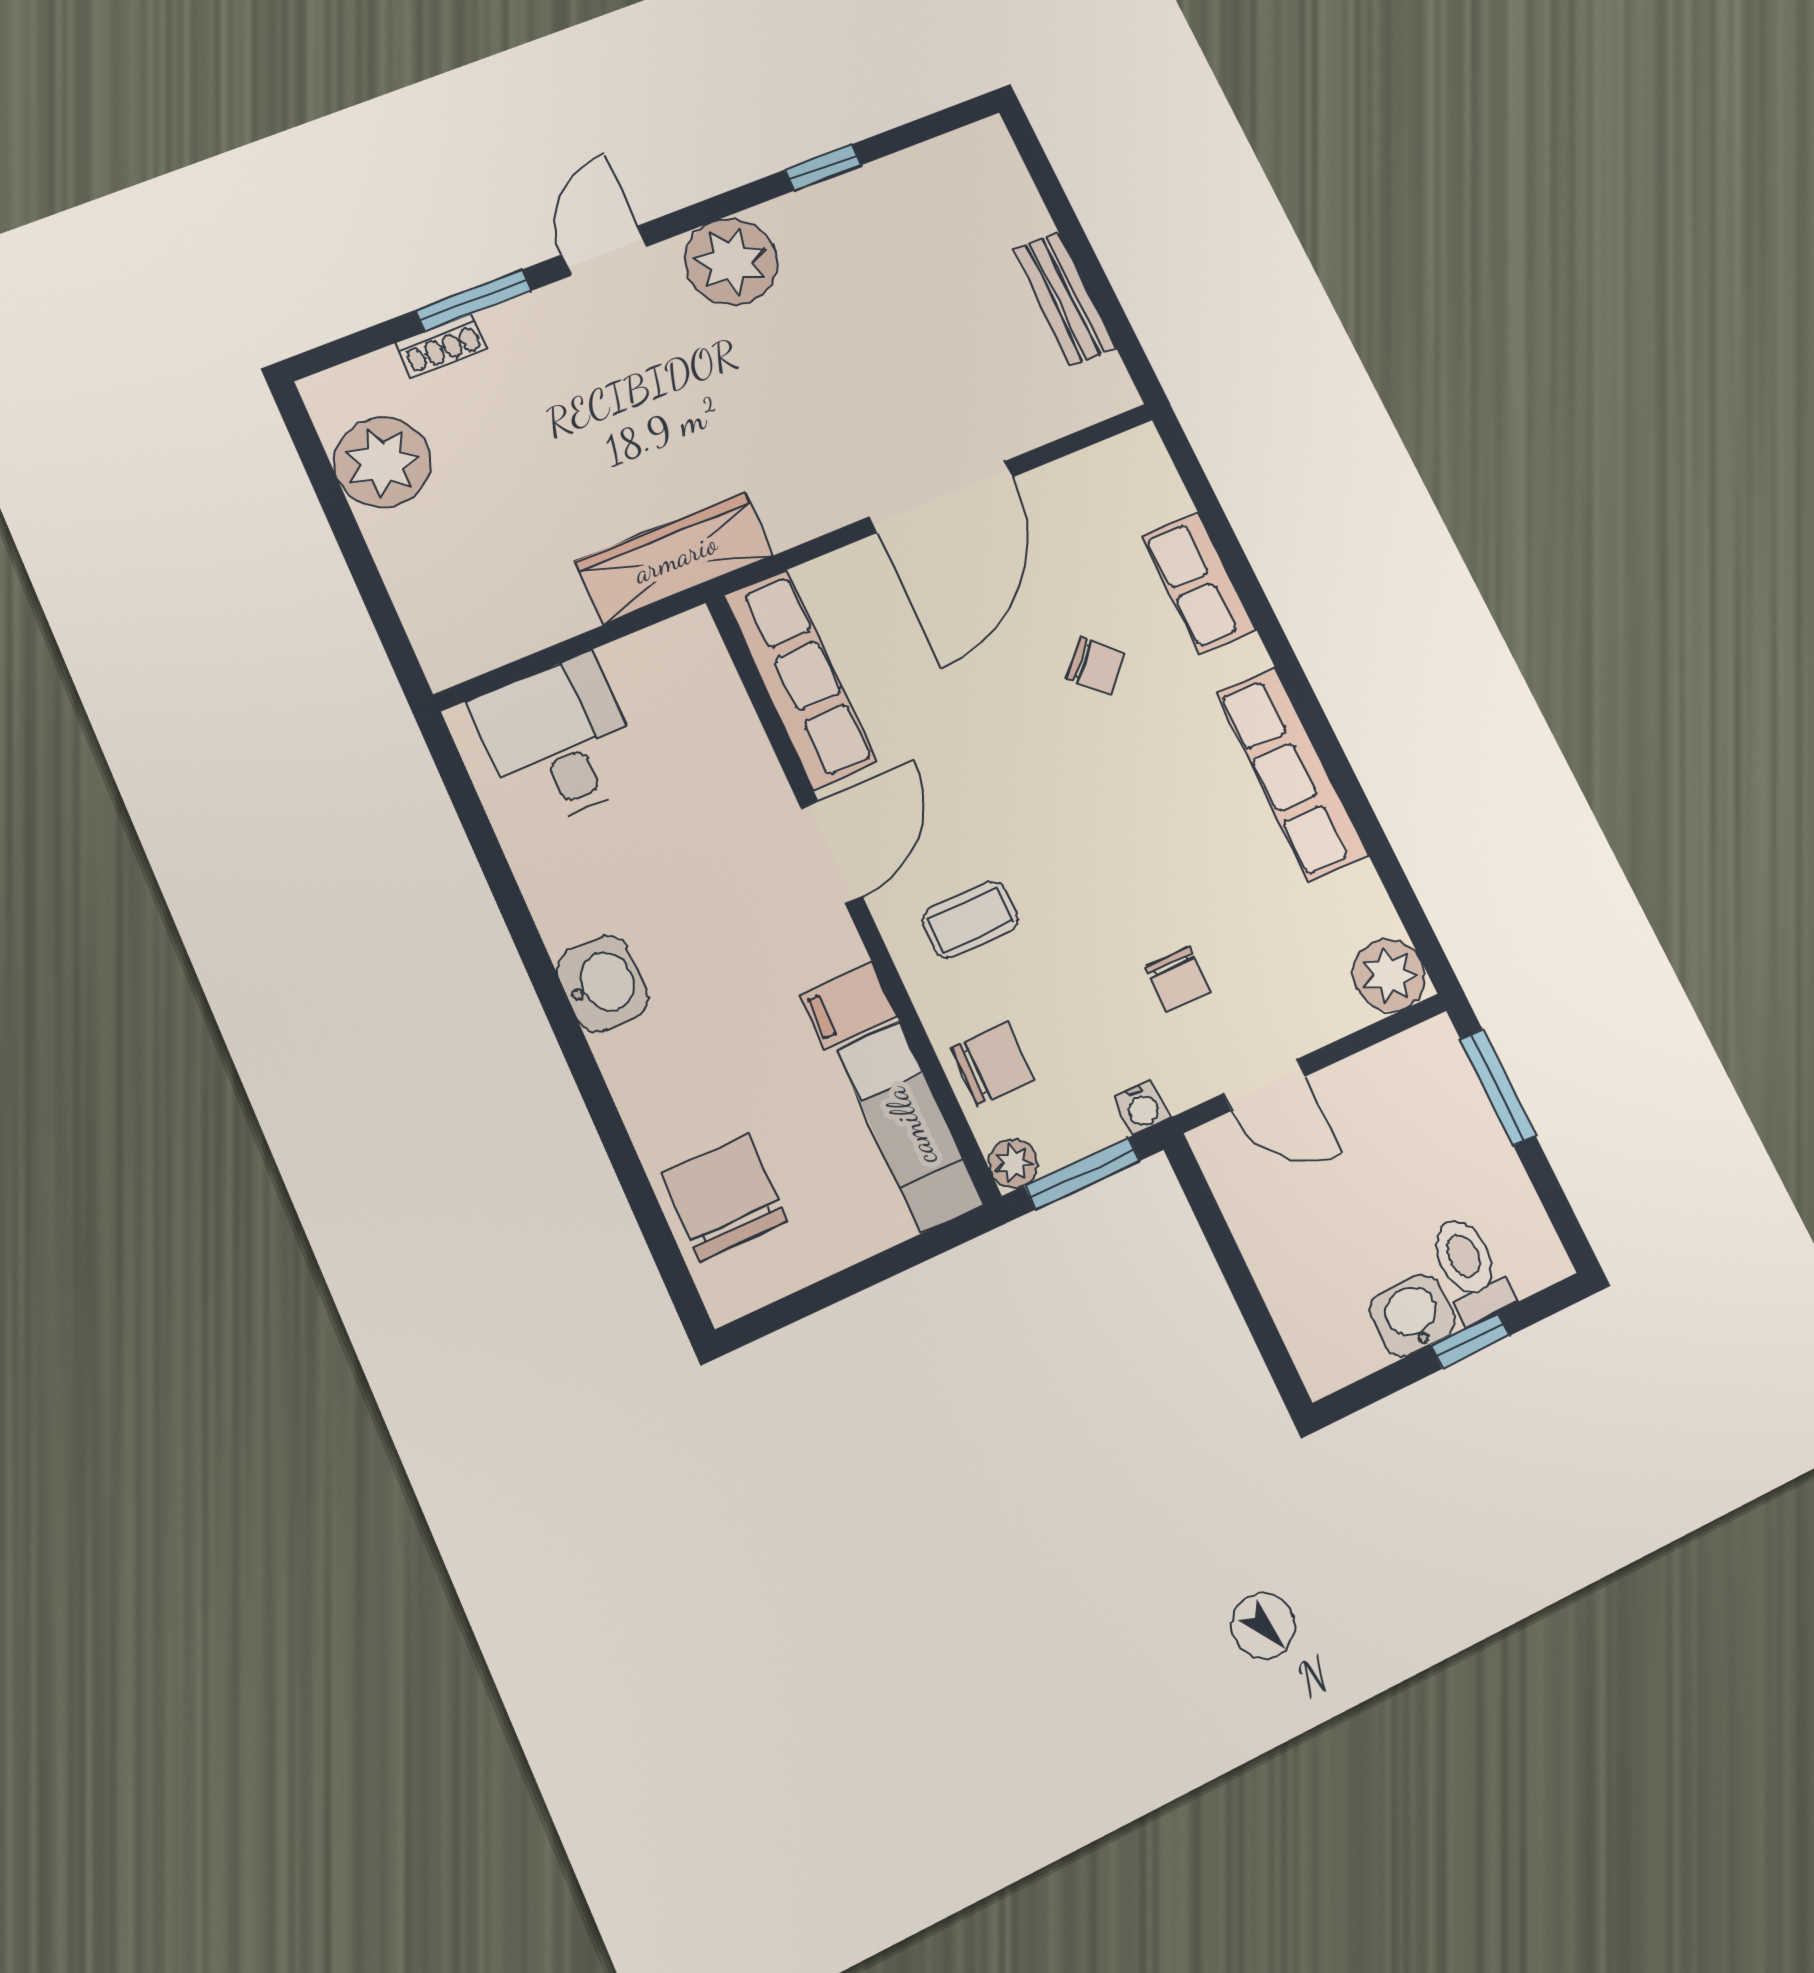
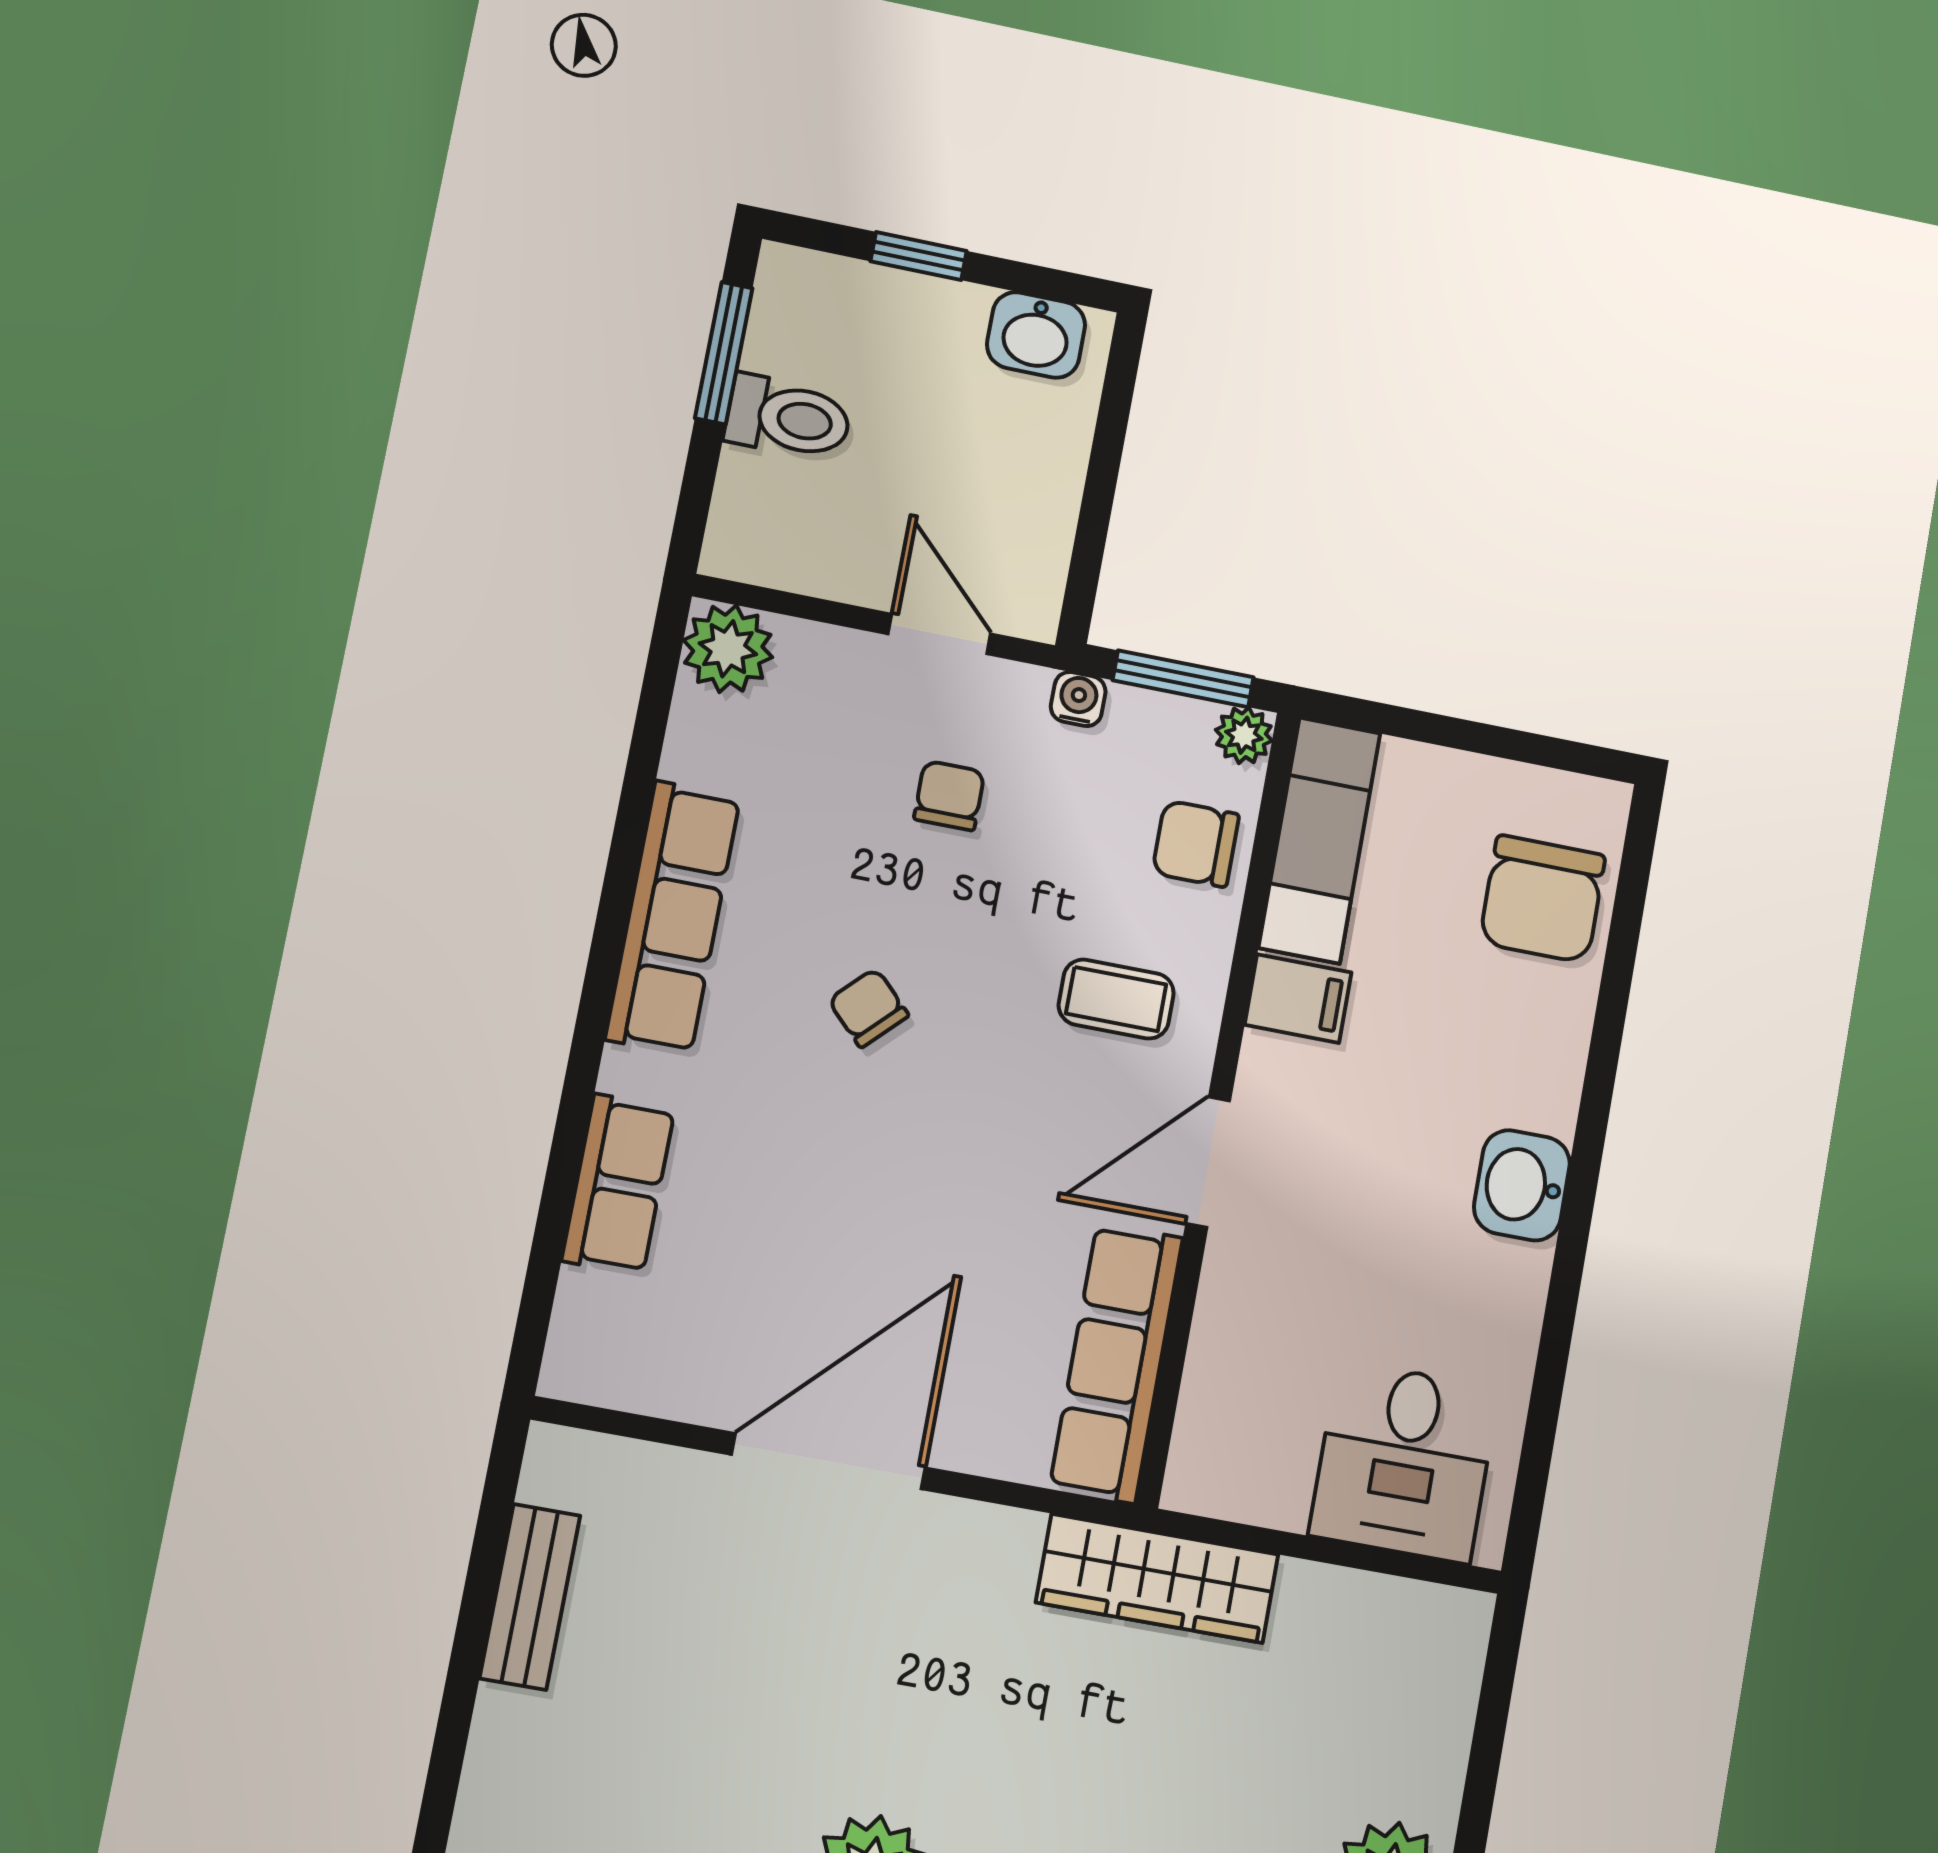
chair: (1095, 666) -> (868, 1008), moved
window: (1498, 1087) -> (724, 353), moved
toilet: (1470, 1269) -> (788, 418), moved, turned -90
washbasin: (1412, 1316) -> (1036, 335), moved

